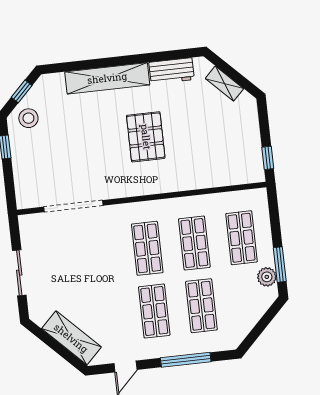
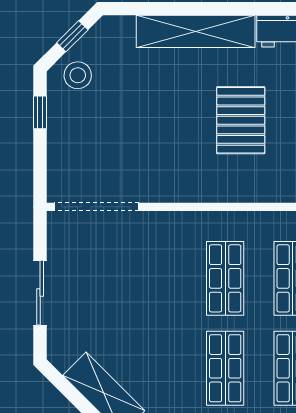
doorway: (73, 206) -> (97, 207), moved

